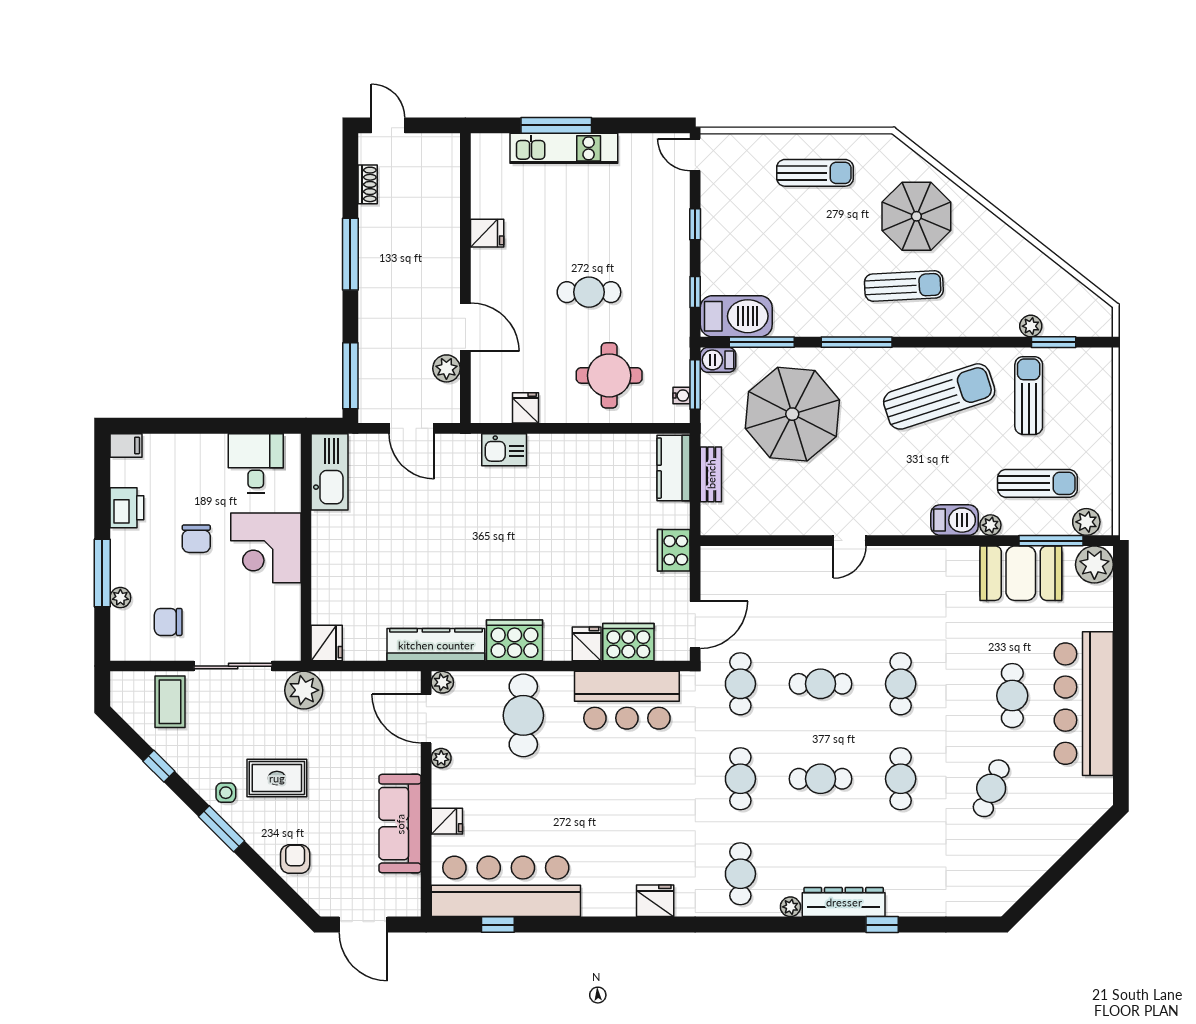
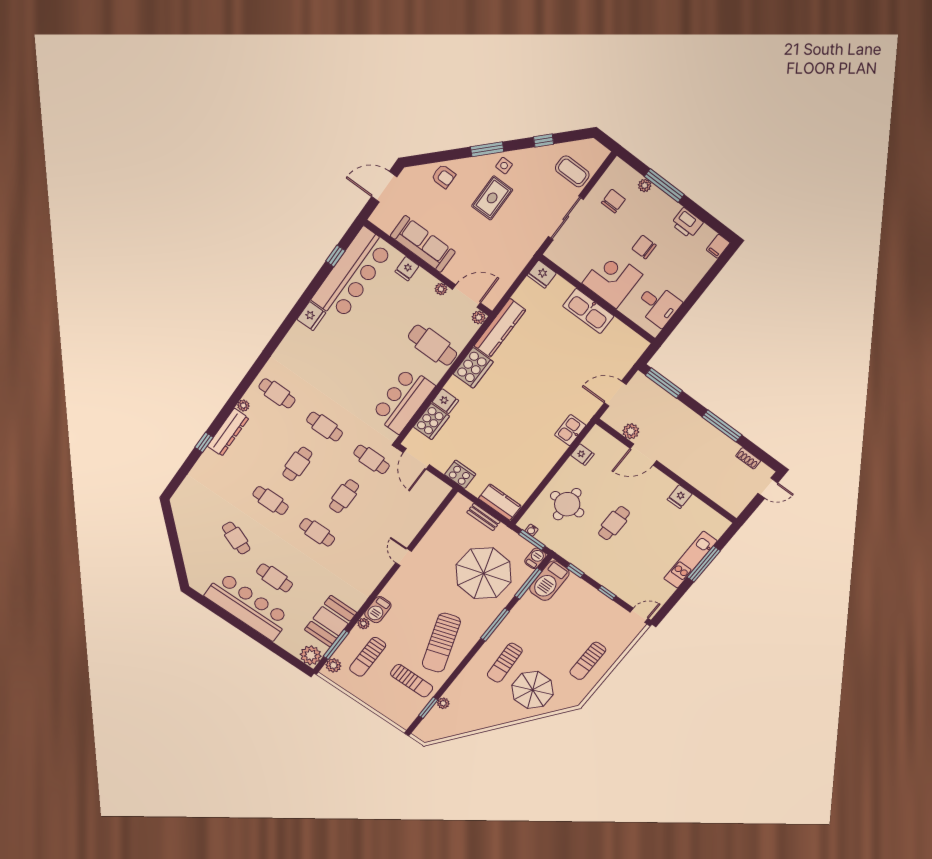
kitchen sink: (330, 472) -> (588, 311), moved
plant: (304, 690) -> (527, 245), removed
fridge: (655, 901) -> (311, 316), moved

